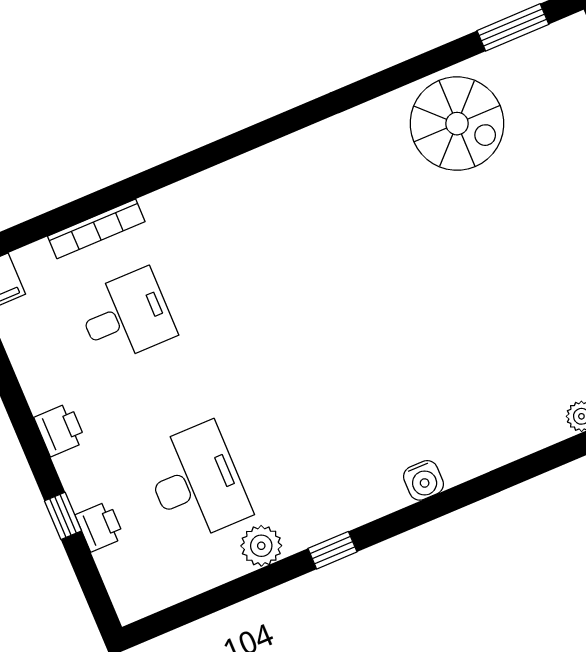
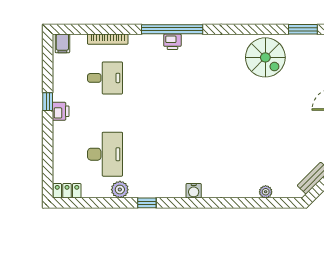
window: (228, 148) -> (172, 29), added
window: (63, 516) -> (48, 102), moved
printer: (100, 526) -> (172, 42), moved, turned 90
locker: (147, 597) -> (67, 191), added

